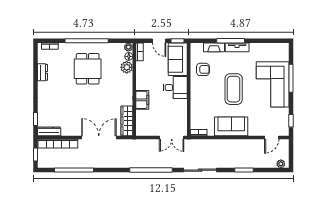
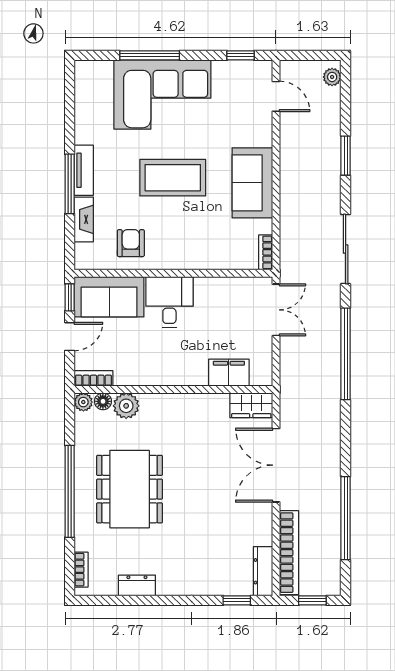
dining table: (88, 69) -> (130, 489), width x1.37
filing cabinet: (142, 100) -> (229, 373), moved
wardrobe: (127, 121) -> (251, 405), width x0.67

